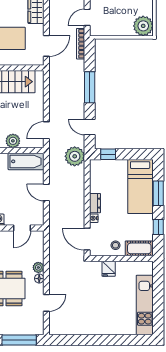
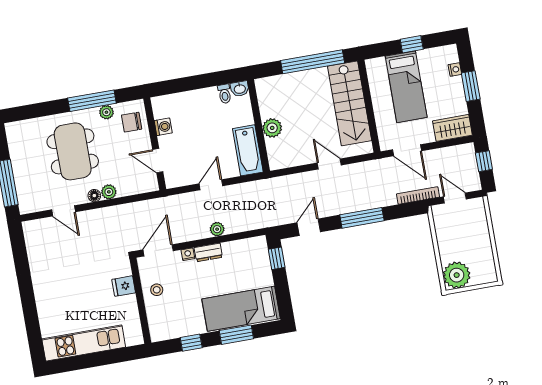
door: (46, 130) -> (329, 164), moved
plant: (75, 156) -> (217, 229), moved, width x0.53, depth x0.53
cot: (139, 248) -> (158, 322), removed

